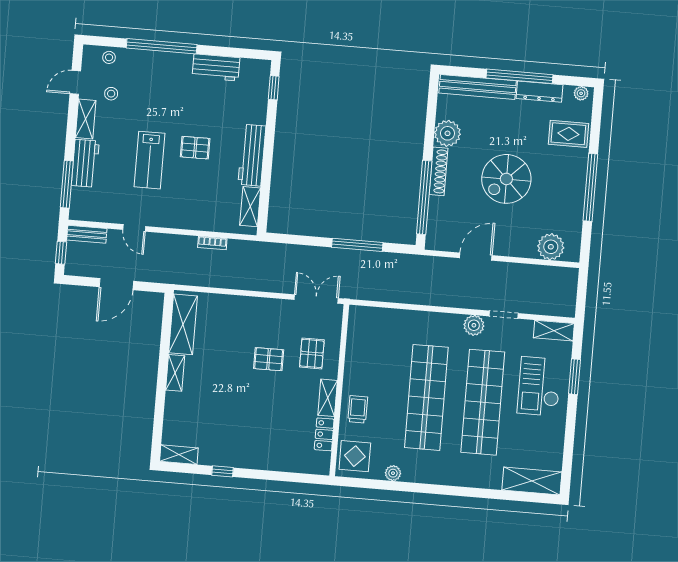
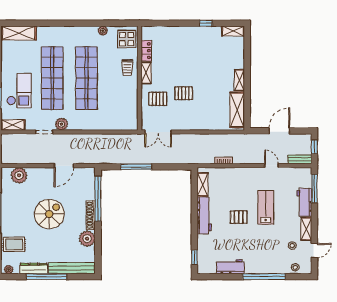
pallet: (312, 353) -> (158, 99), turned 90

